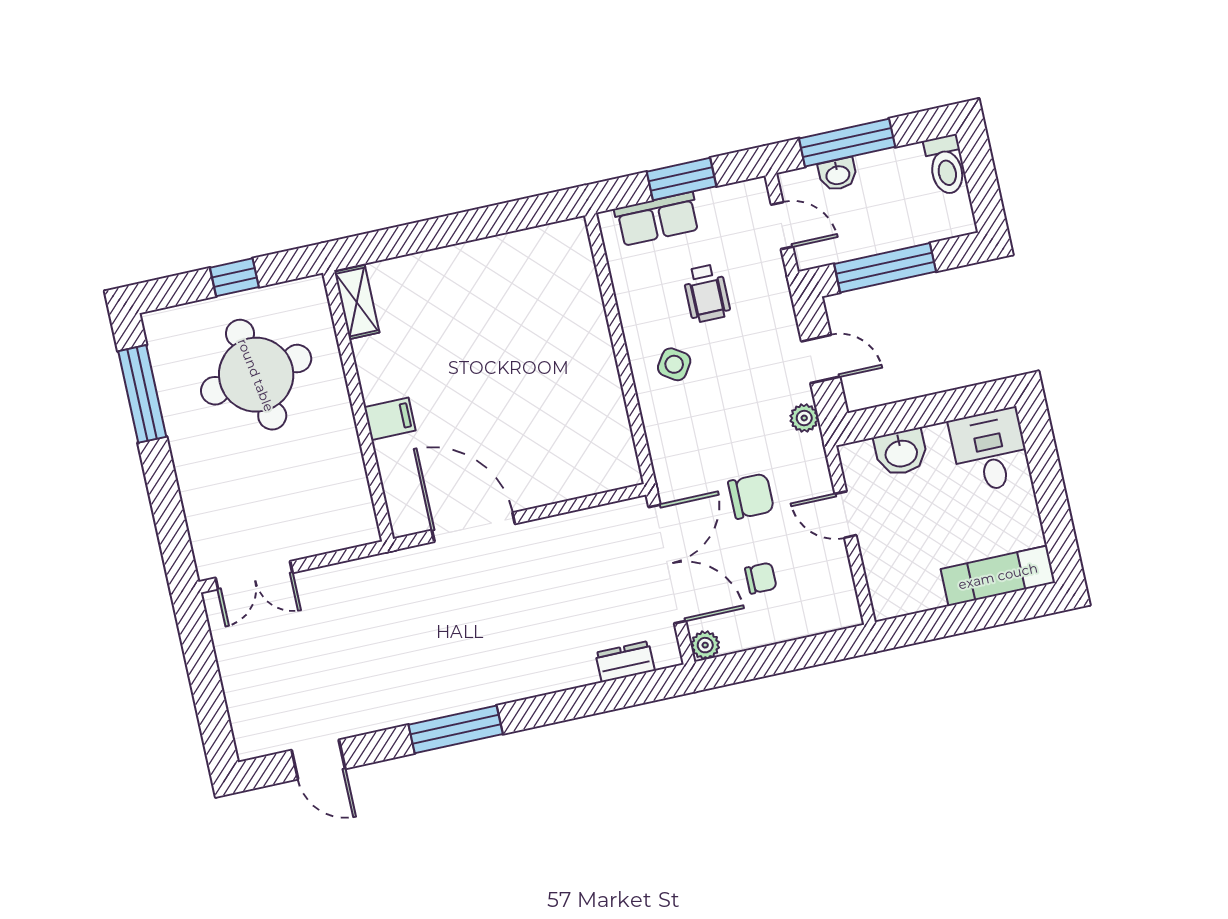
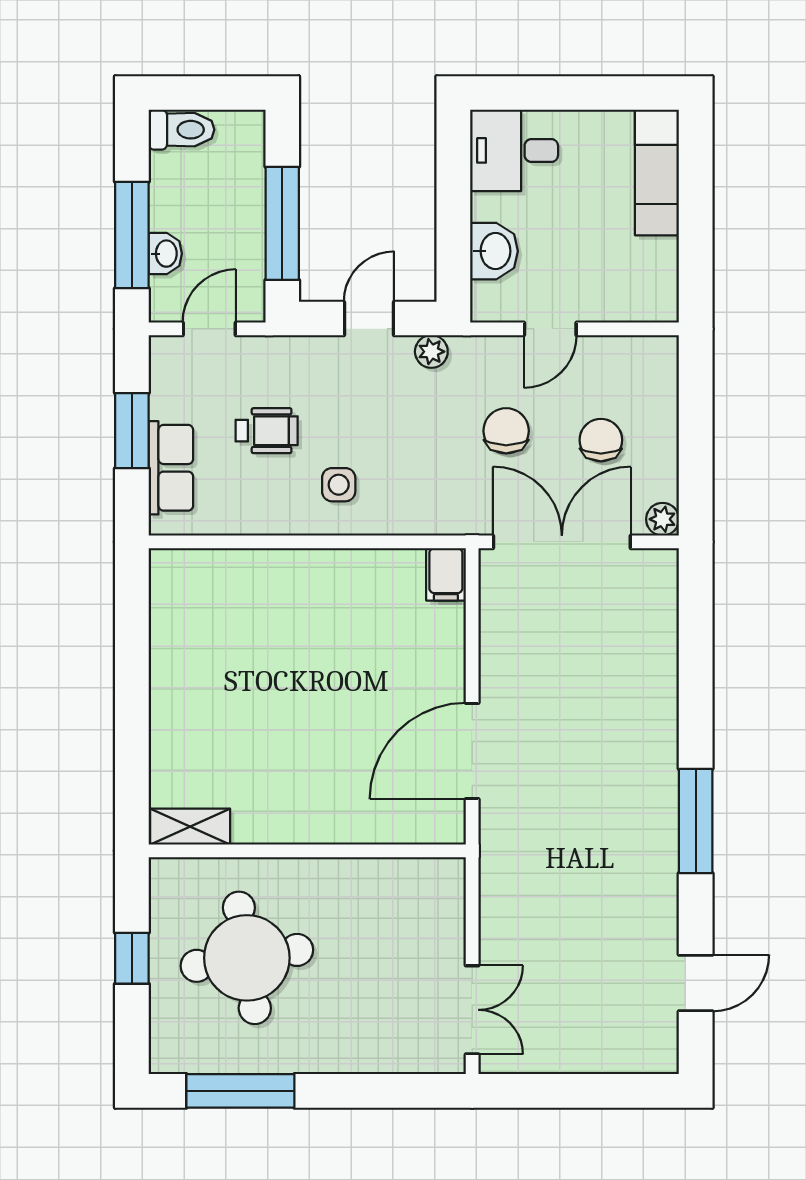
side table: (674, 364) -> (339, 485), turned -33
filing cabinet: (390, 419) -> (446, 574), moved, turned 180
chair: (761, 578) -> (601, 440), width x1.37, depth x1.37
dresser: (625, 662) -> (661, 614), removed

